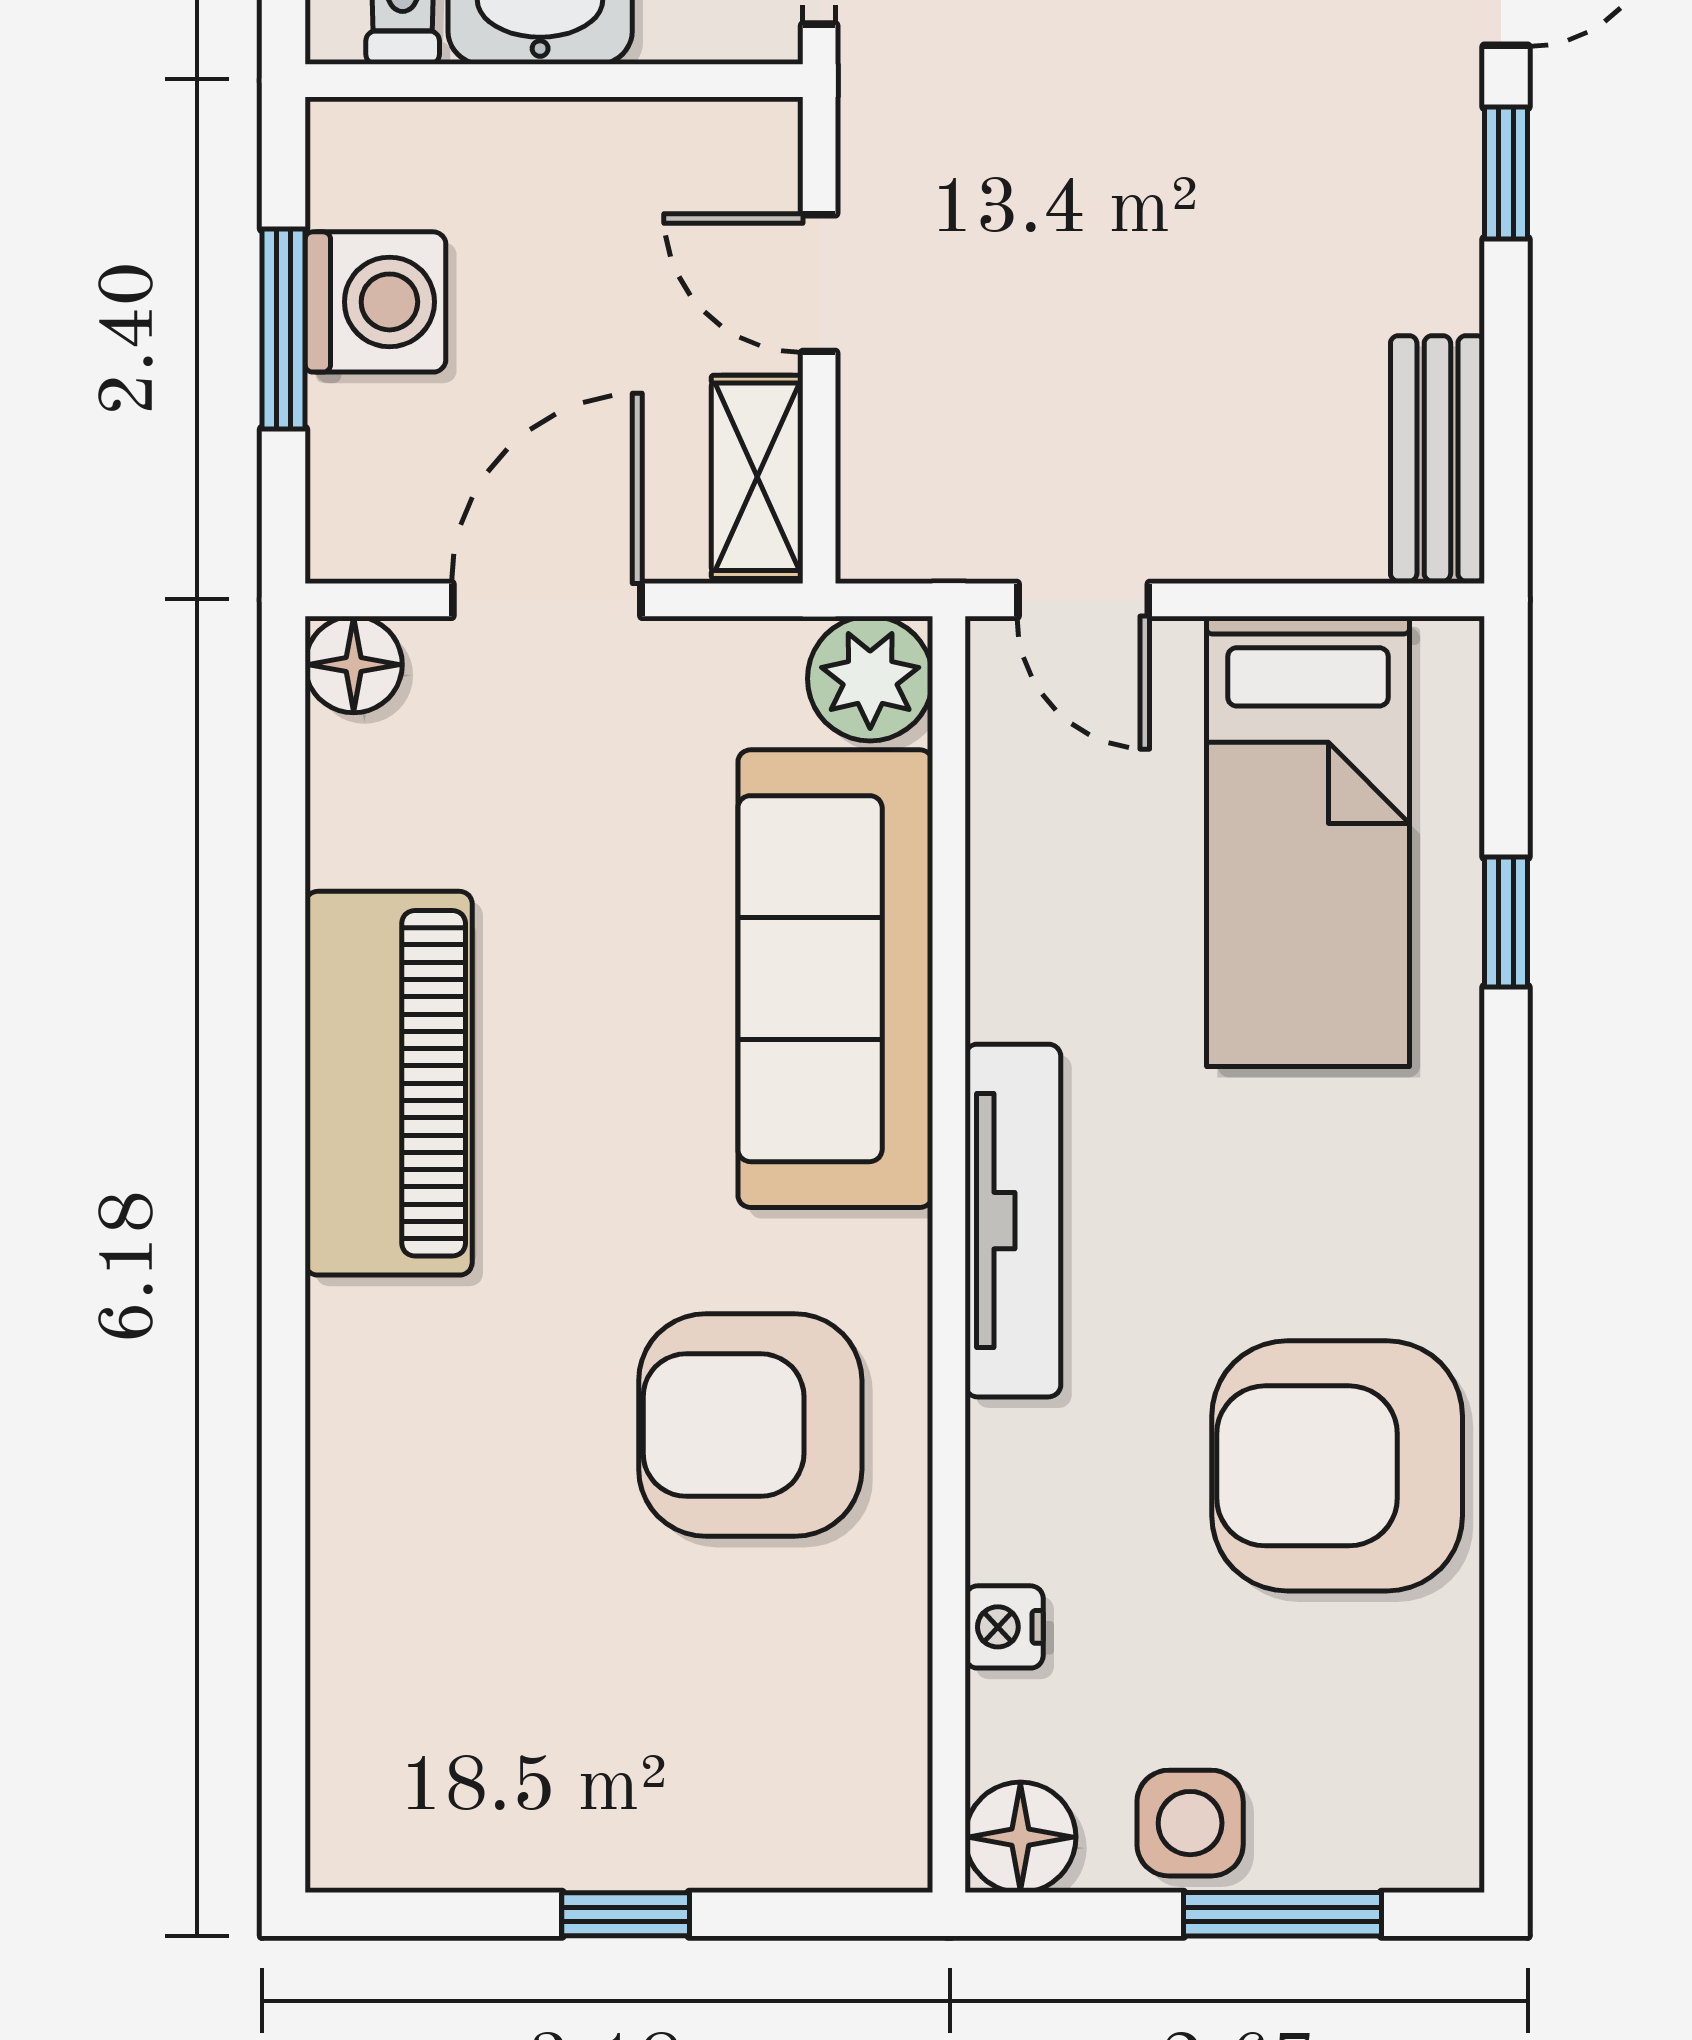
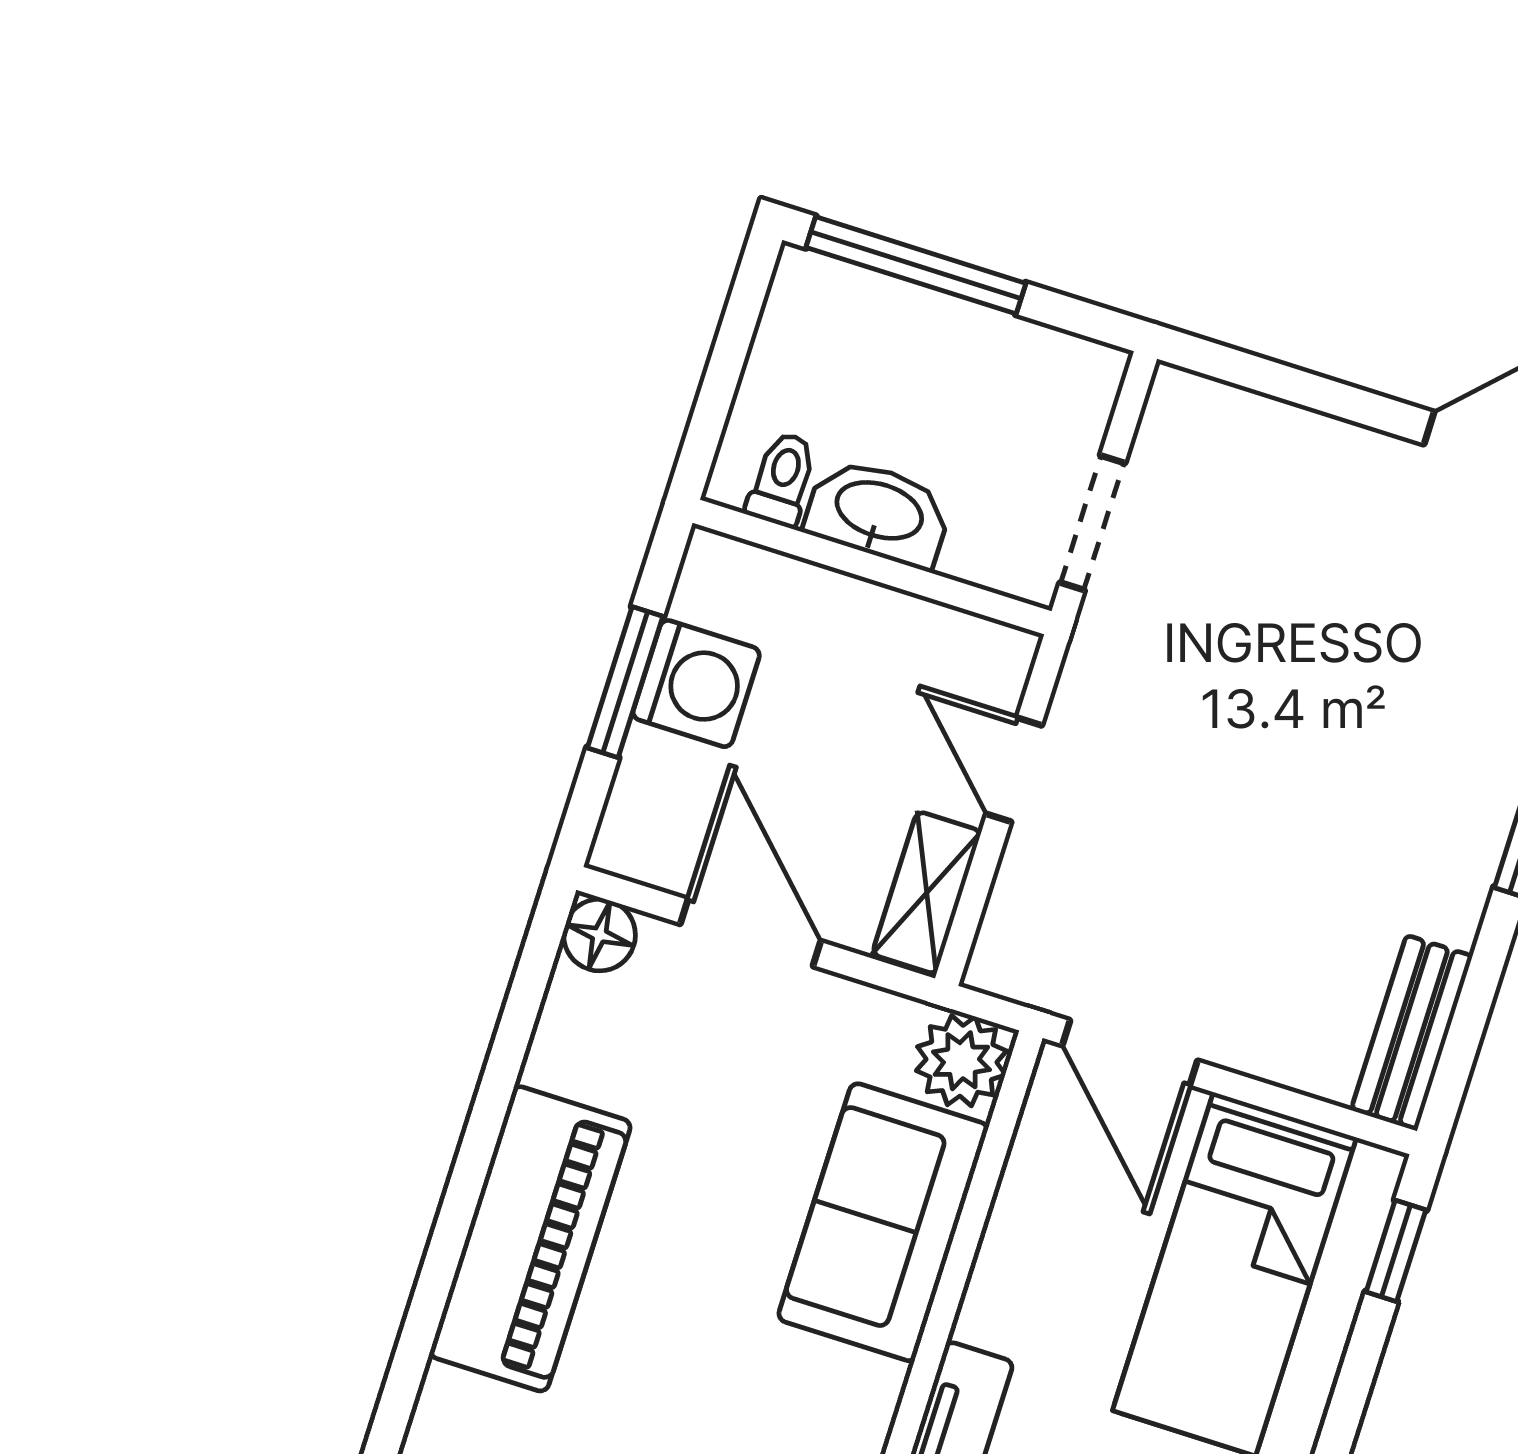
door: (547, 600) -> (751, 933), hinge flipped
door: (1083, 600) -> (1130, 1053), width x1.38
window: (1506, 922) -> (1396, 1251), moved
sofa: (835, 979) -> (883, 1222), width x0.73

